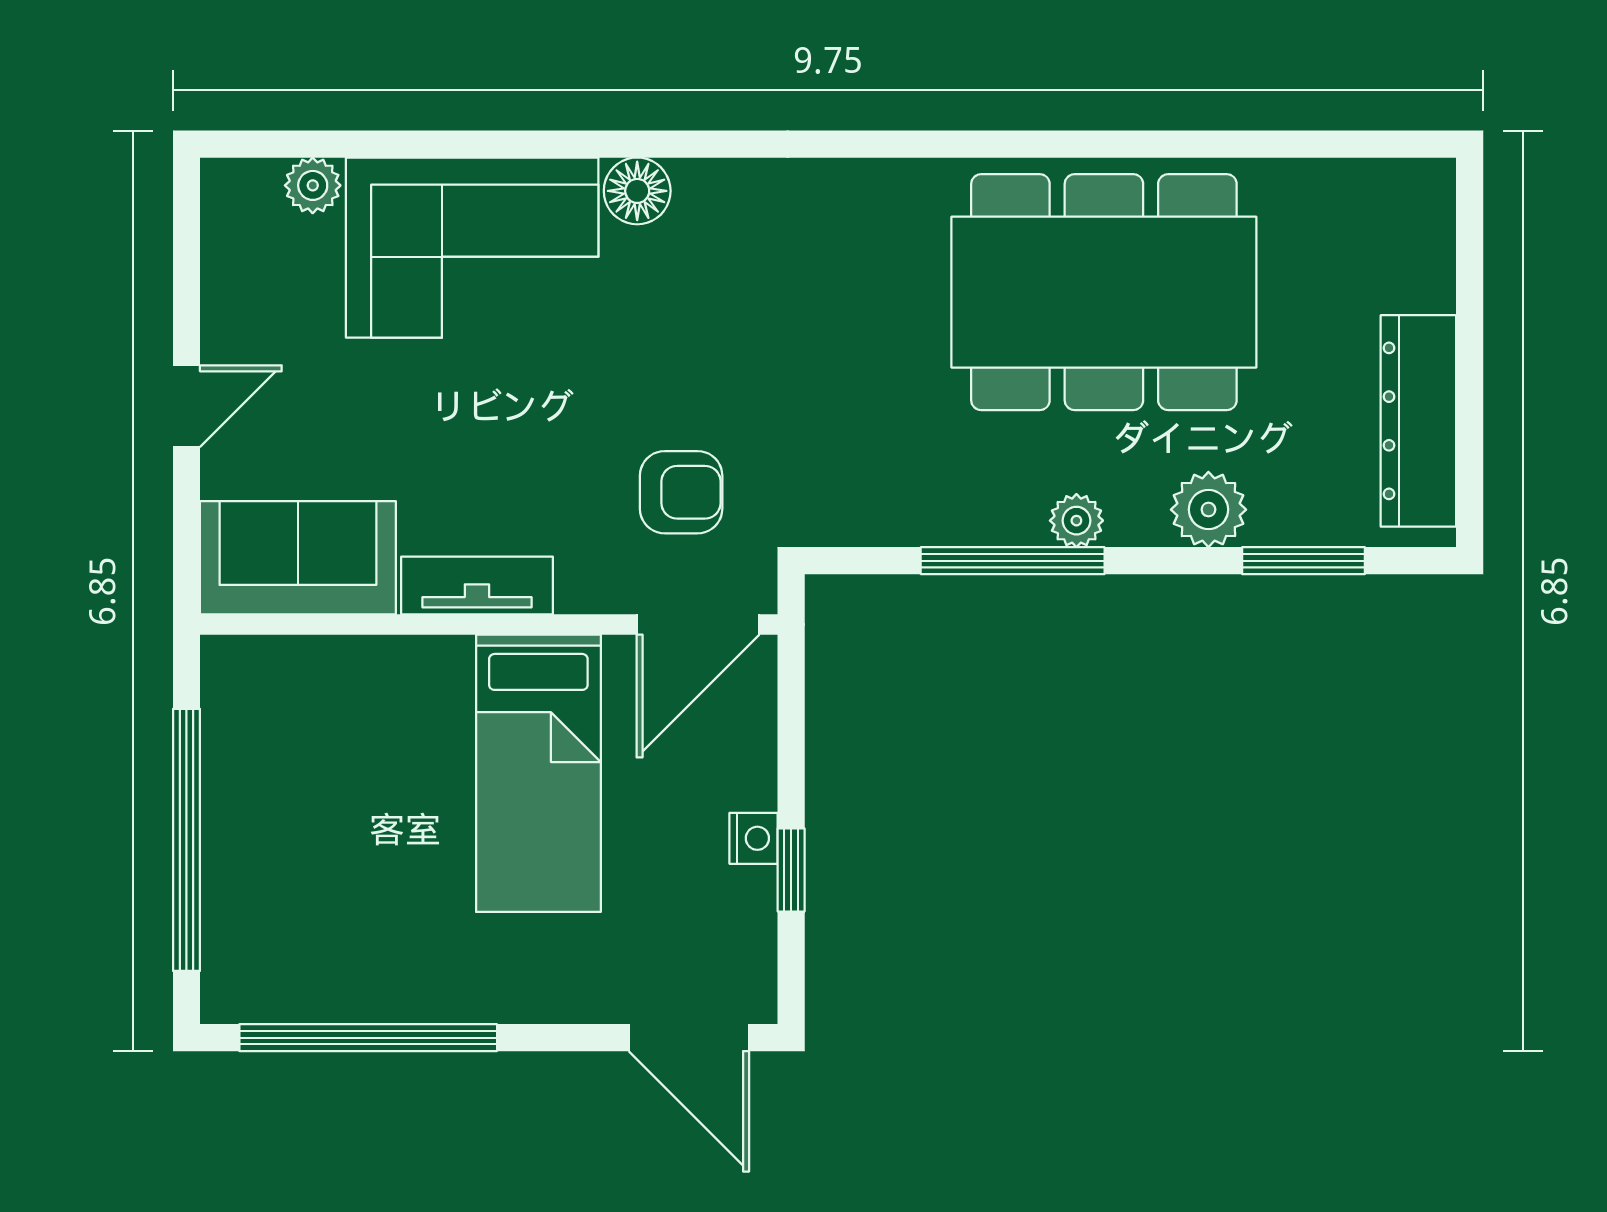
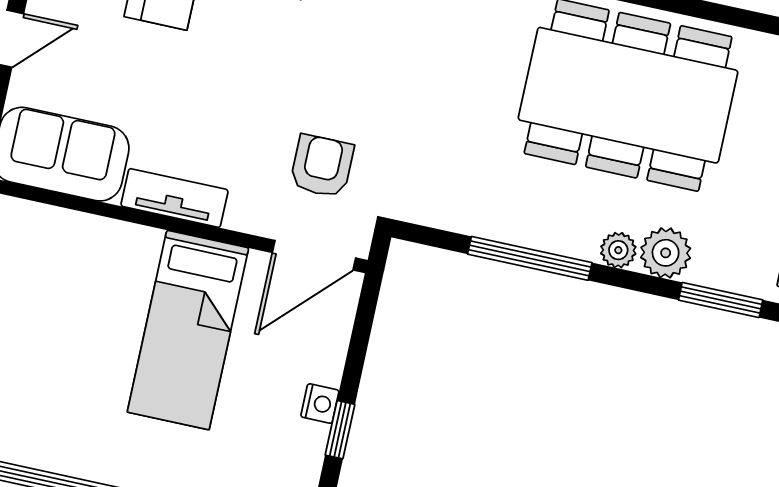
armchair: (681, 492) -> (322, 166), turned -90
plant: (1076, 521) -> (618, 250), moved

